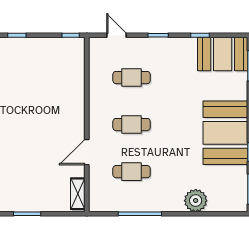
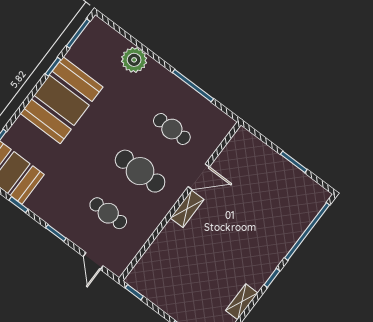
cafe table: (132, 125) -> (140, 171), width x1.37, depth x1.35
shelving: (78, 194) -> (187, 209), moved

